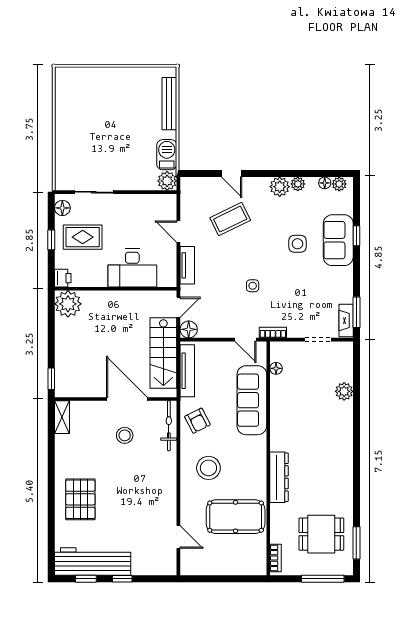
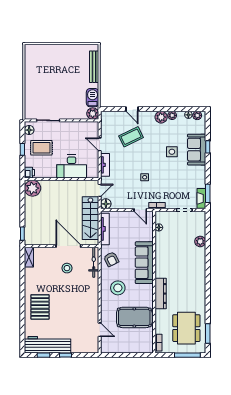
sofa: (252, 400) -> (144, 263), moved
dining table: (321, 534) -> (186, 328), width x1.38

